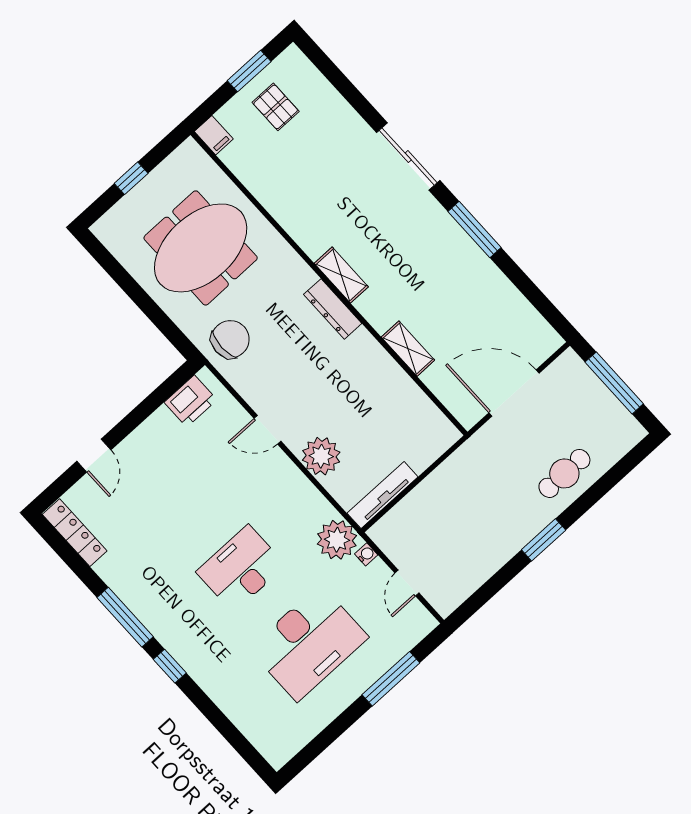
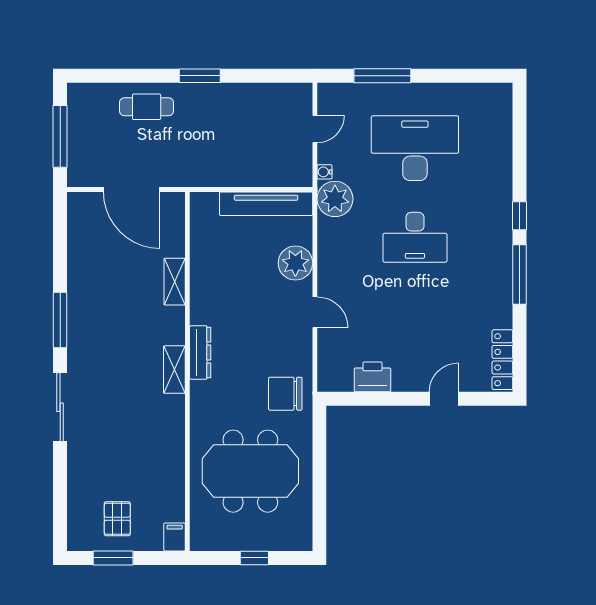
printer: (191, 401) -> (372, 377), moved
tv unit: (383, 495) -> (266, 204), width x1.36, depth x1.29

